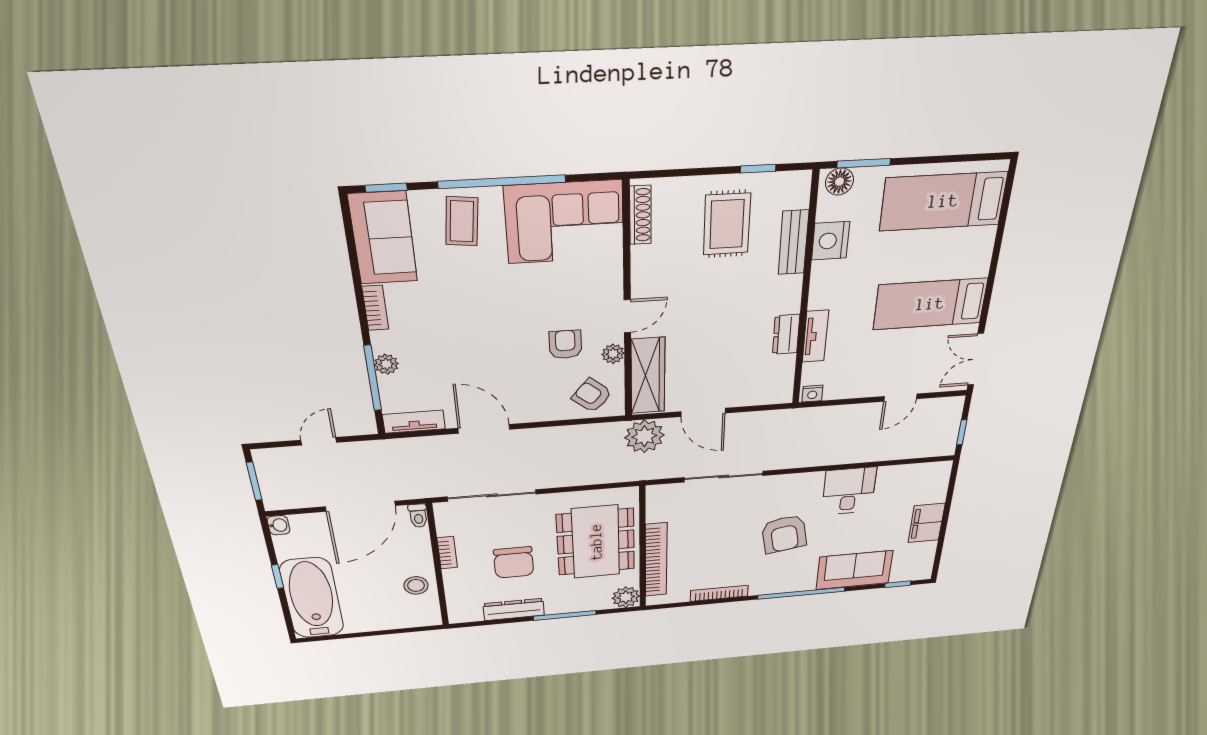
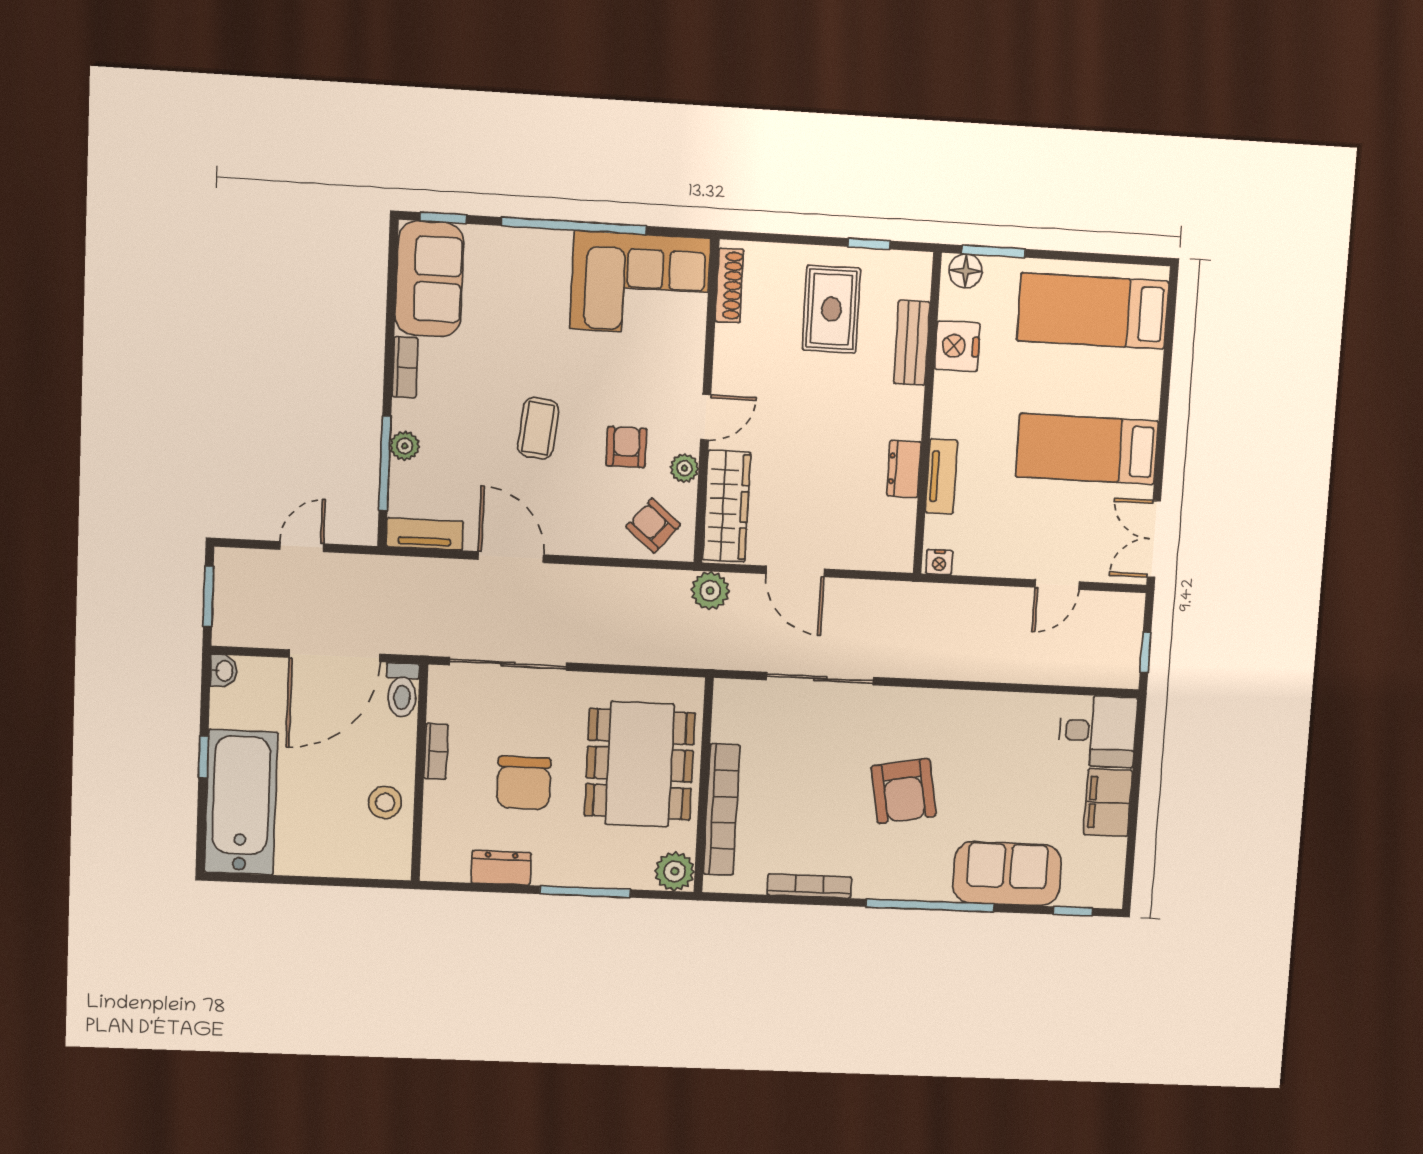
coffee table: (462, 221) -> (538, 428), moved
plant: (644, 436) -> (710, 591), width x0.73, depth x0.73
desk: (849, 491) -> (1098, 731), moved, turned 90
toilet: (418, 516) -> (402, 690), width x1.37, depth x1.39
dresser: (514, 609) -> (501, 868), width x0.70

